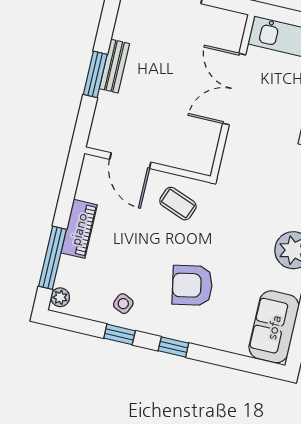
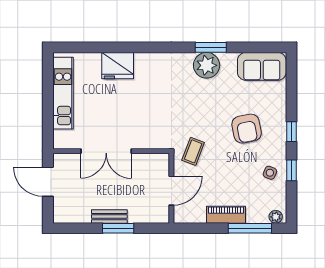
double door: (234, 89) -> (106, 151), moved
wall: (232, 96) -> (111, 151), moved

